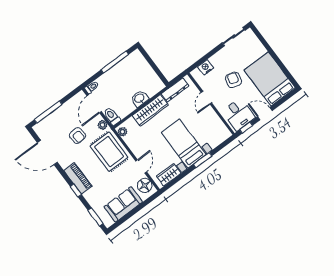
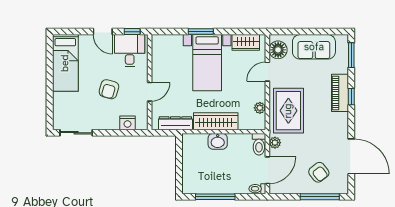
bed: (270, 79) -> (65, 63), width x0.67
plant: (123, 132) -> (260, 108), moved
armchair: (77, 136) -> (319, 172), moved, turned 147
piano: (78, 178) -> (340, 93), moved

